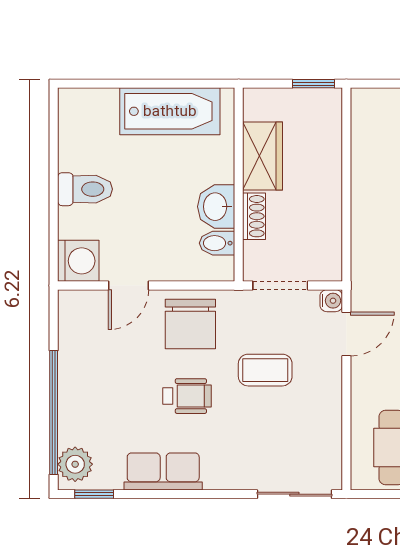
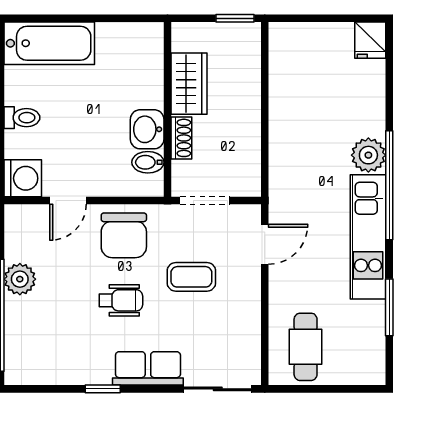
bathtub: (170, 111) -> (49, 43), moved
toilet: (85, 189) -> (22, 118), width x0.73, depth x0.72
water cooler: (331, 301) -> (251, 214), removed
plant: (75, 464) -> (20, 279), moved
row of seats: (163, 471) -> (148, 368), moved
window: (94, 494) -> (103, 389), moved

